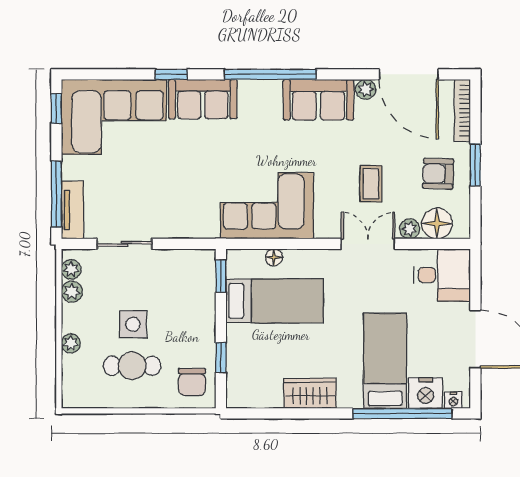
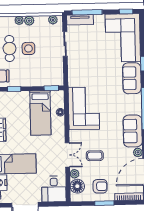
armchair: (438, 174) -> (100, 186), turned 88
plant: (72, 292) -> (29, 21), moved

